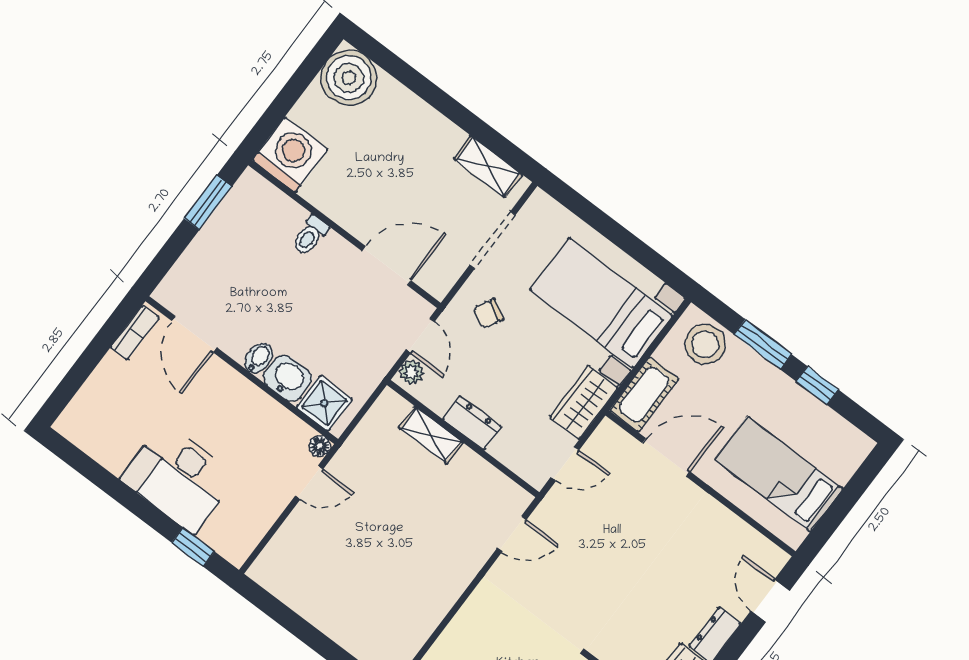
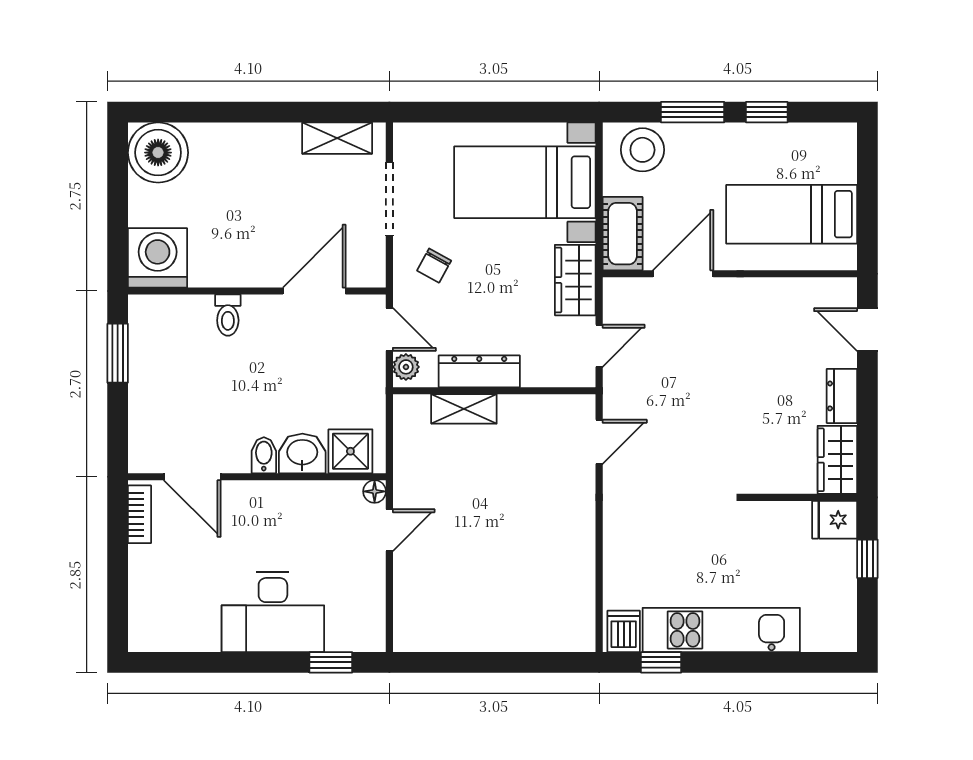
dresser: (472, 423) -> (479, 371), width x1.44

